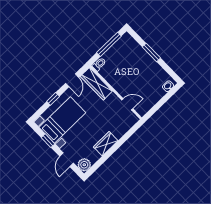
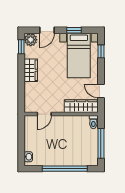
window: (151, 52) -> (65, 169), width x2.11
window: (53, 99) -> (101, 51), moved
door: (67, 160) -> (47, 30), swing flipped
window: (96, 166) -> (21, 47), added

